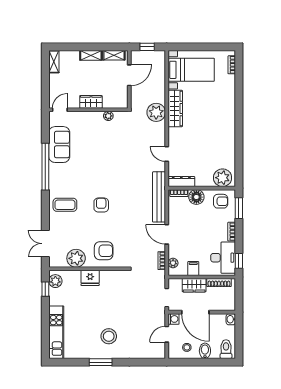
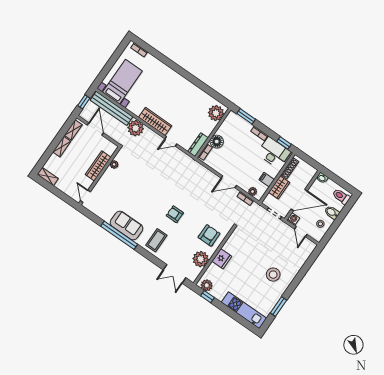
wardrobe: (91, 102) -> (98, 166), width x1.50
wardrobe: (175, 109) -> (155, 121), moved
sofa: (59, 145) -> (126, 225), moved
bench: (159, 197) -> (112, 108), moved
armchair: (221, 201) -> (232, 126), removed
window: (101, 362) -> (279, 307), moved

